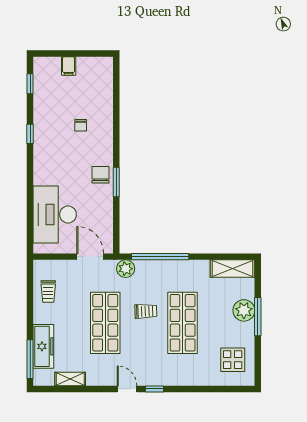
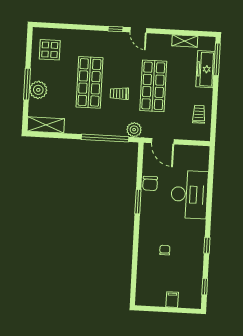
chair: (101, 175) -> (150, 183), moved
desk: (55, 215) -> (189, 194), moved

